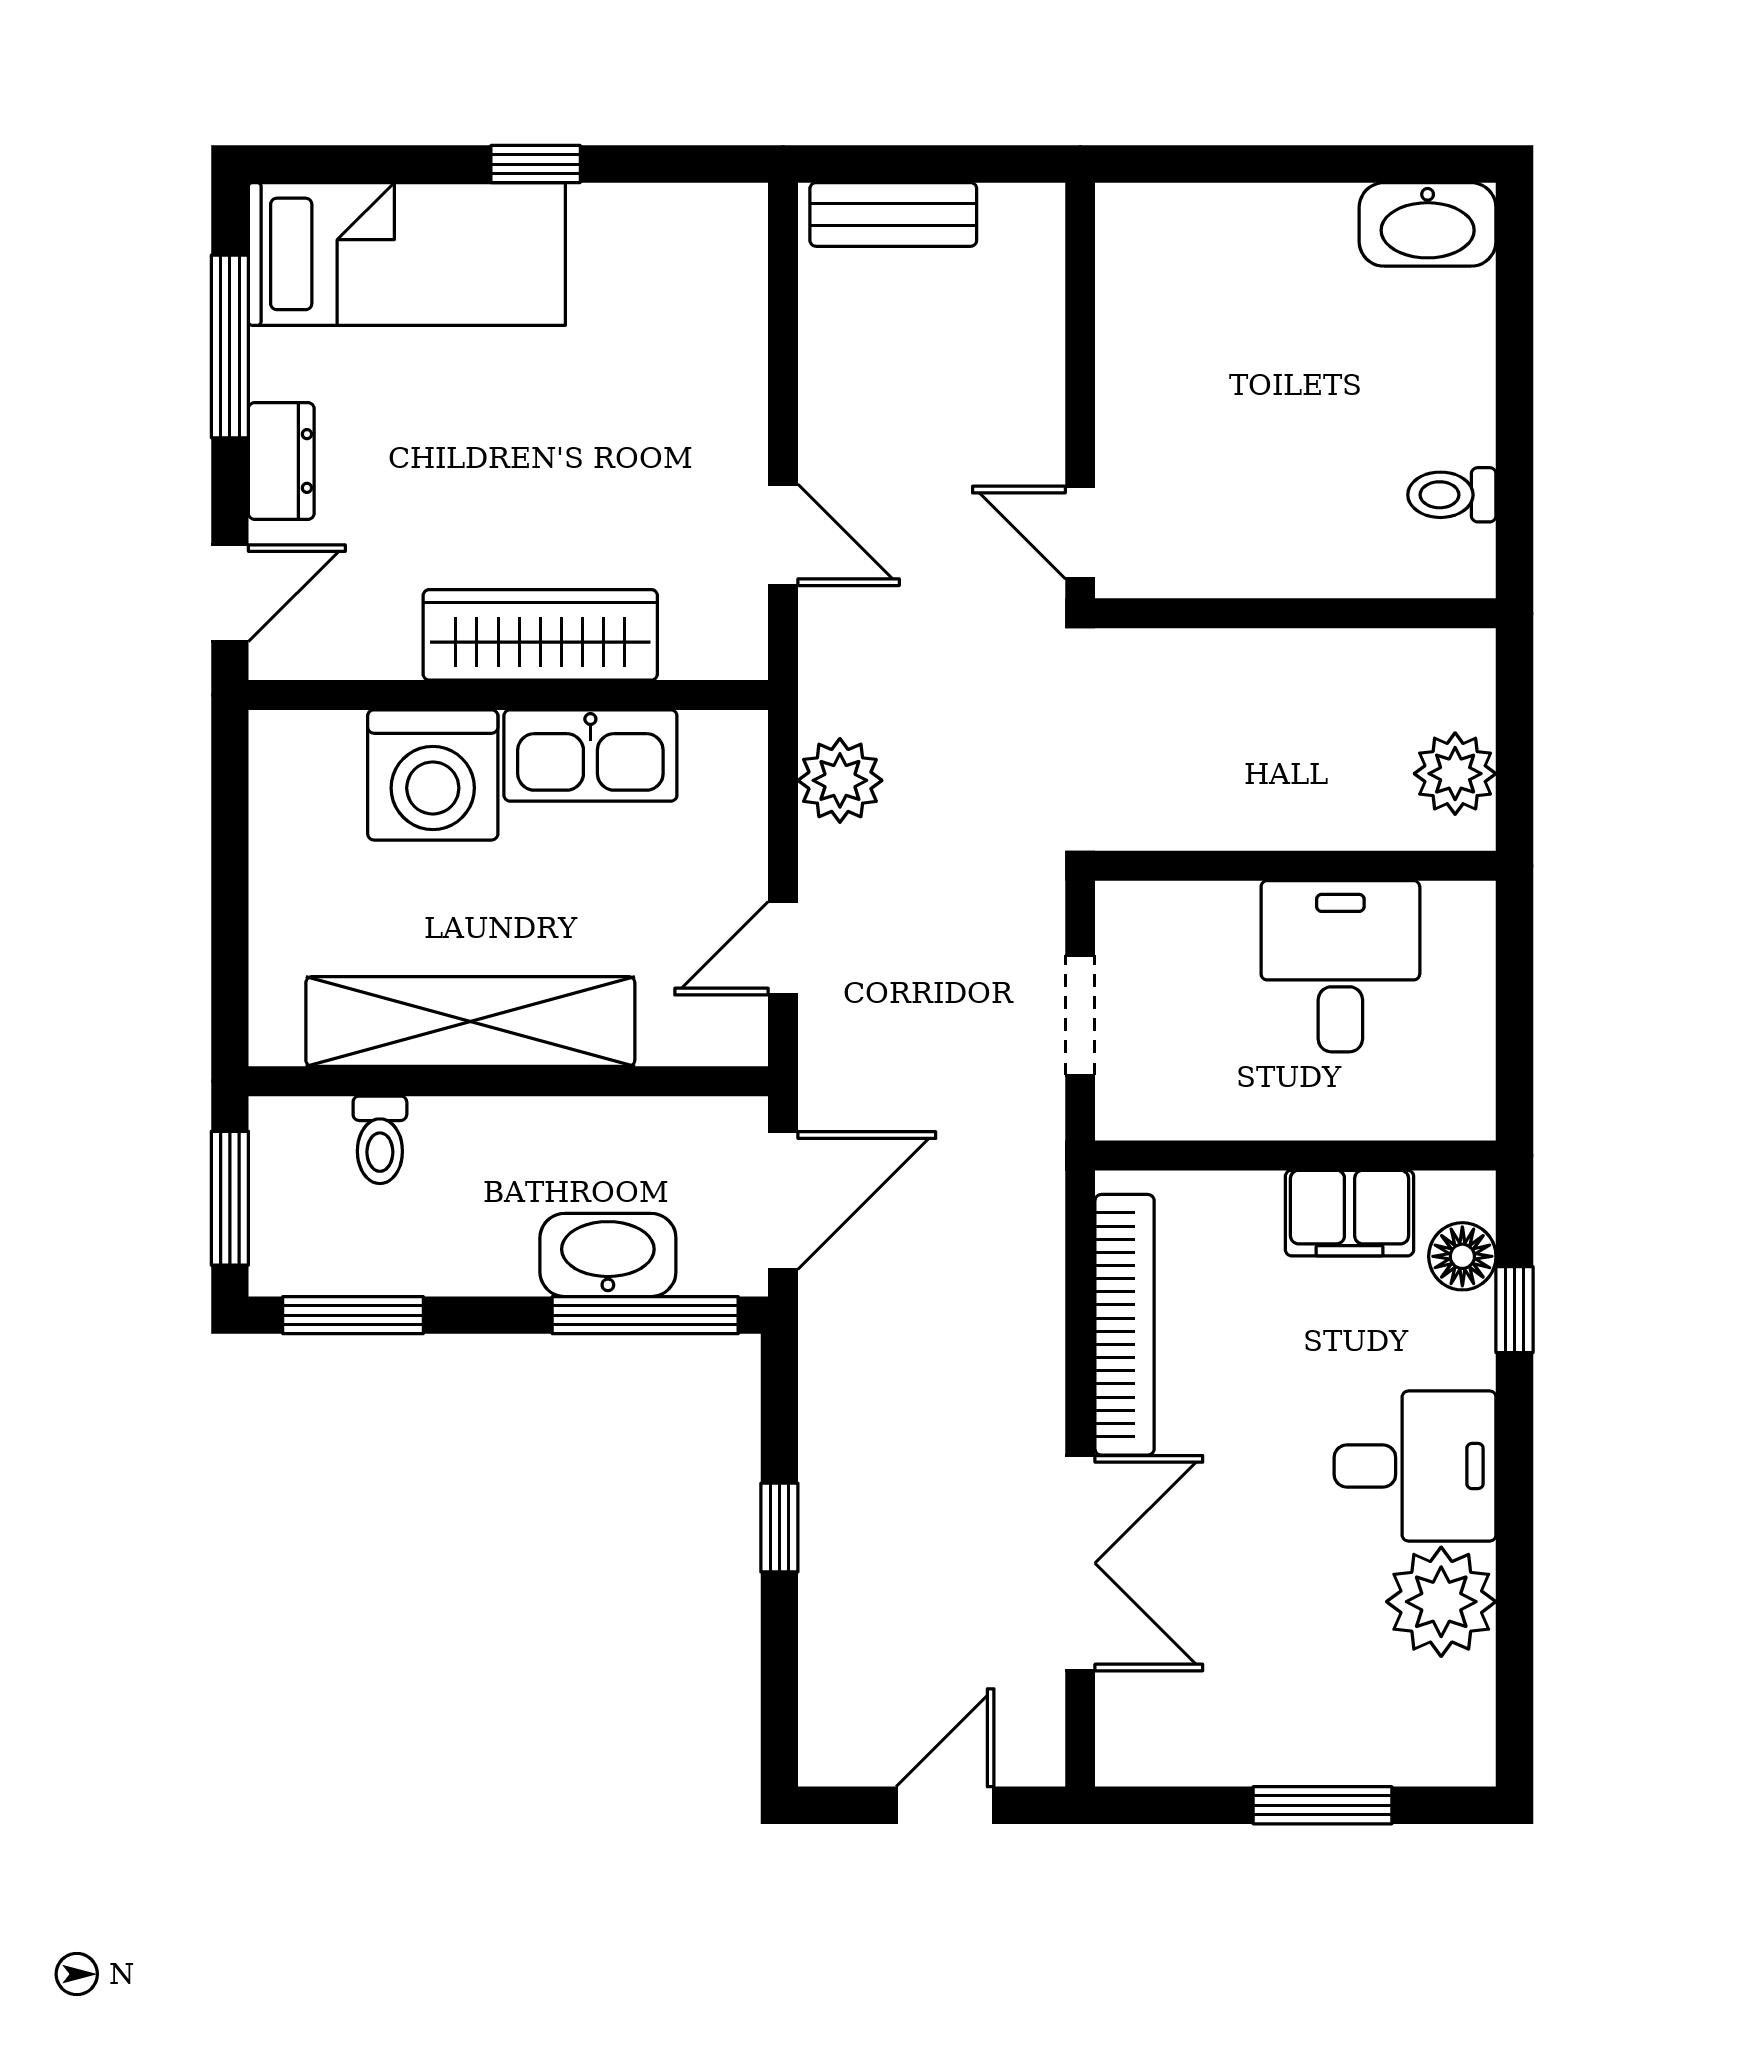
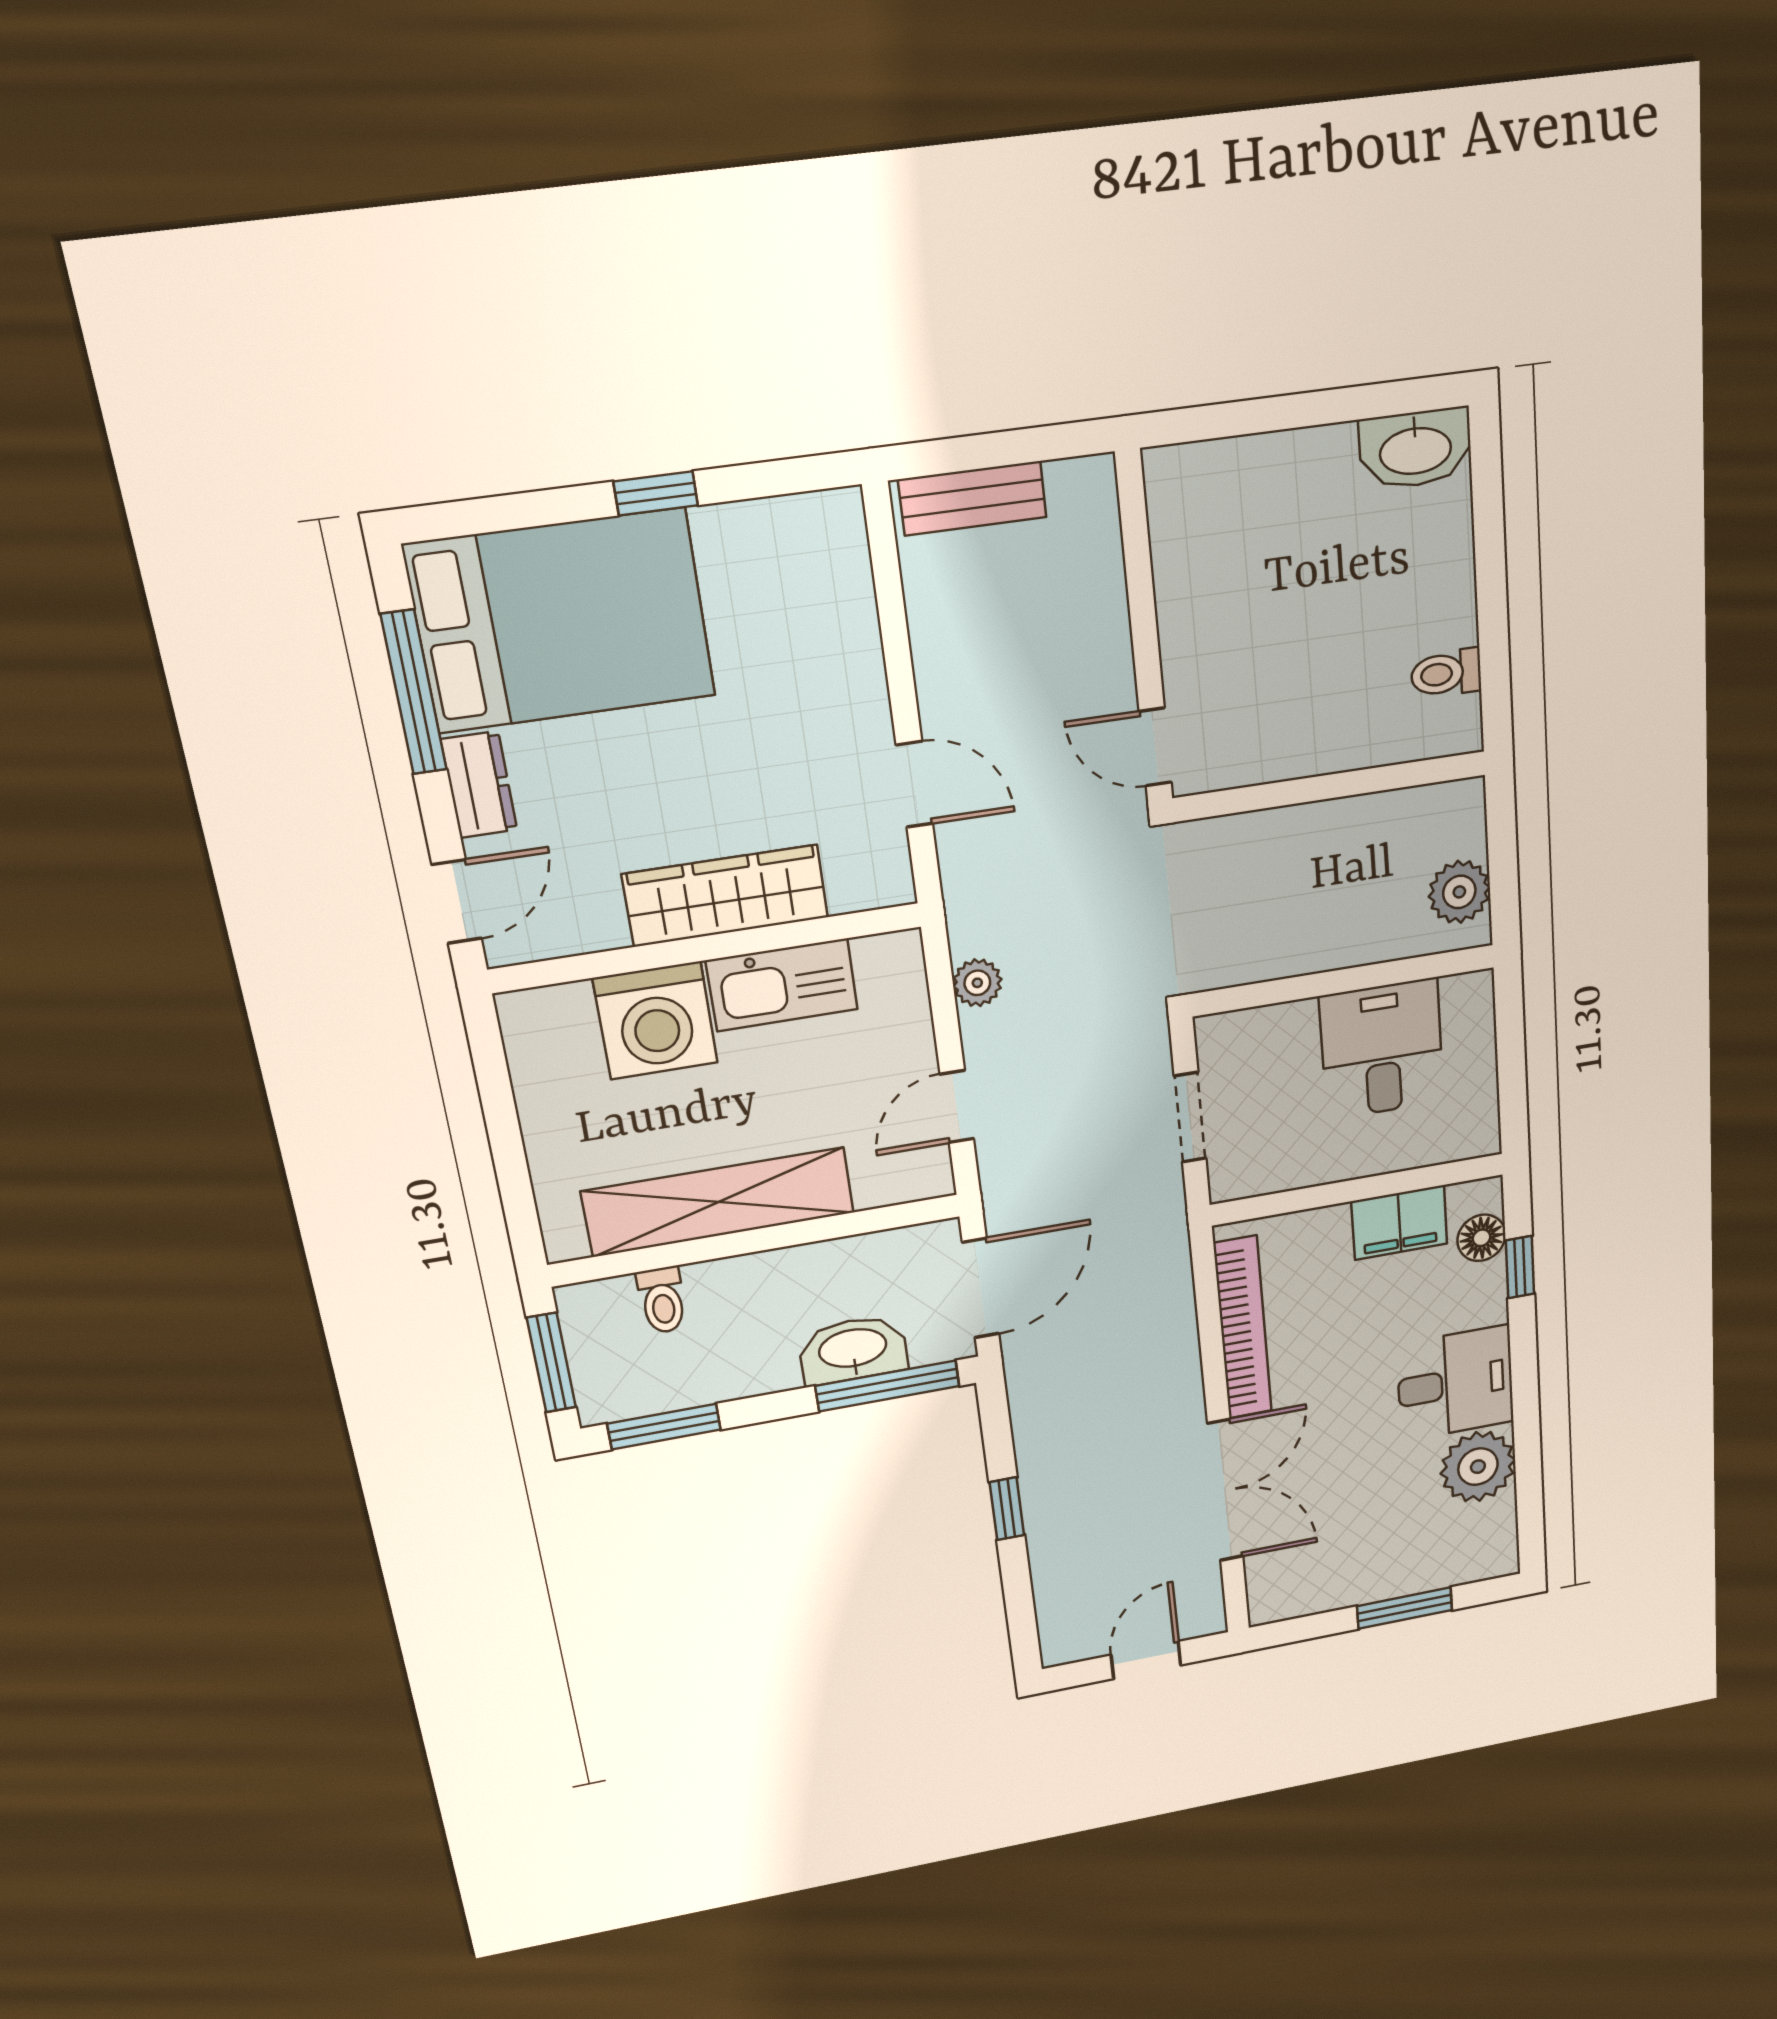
bed: (407, 254) -> (561, 621), width x1.50
plant: (840, 780) -> (977, 983), width x0.73, depth x0.73

